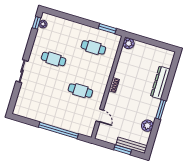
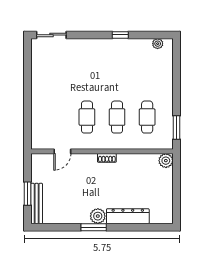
window: (37, 23) -> (120, 35), moved
cafe table: (54, 59) -> (117, 117), moved
sliding door: (22, 71) -> (51, 35), moved
plant: (147, 126) -> (98, 216), moved
window: (58, 130) -> (28, 104), removed

